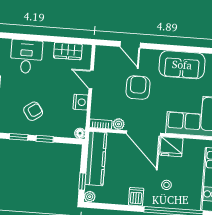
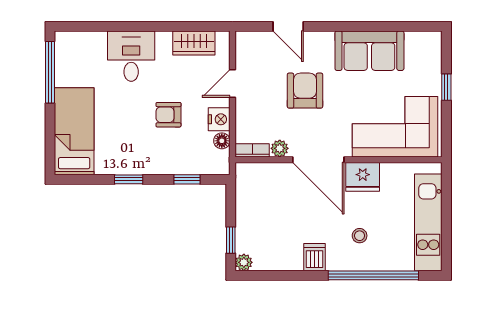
door: (91, 79) -> (233, 83), hinge flipped
armchair: (33, 111) -> (168, 115), moved, turned -145
floor lamp: (80, 133) -> (222, 141), moved
window: (45, 139) -> (187, 179), moved
kitchen counter: (96, 158) -> (249, 204), removed

